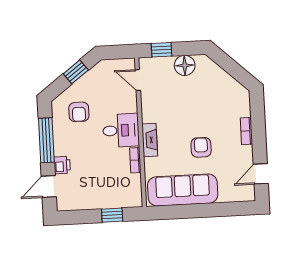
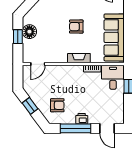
window: (161, 50) -> (18, 37), moved
desk: (121, 130) -> (113, 77), moved
armchair: (201, 147) -> (76, 27), moved
printer: (62, 165) -> (82, 119), moved

